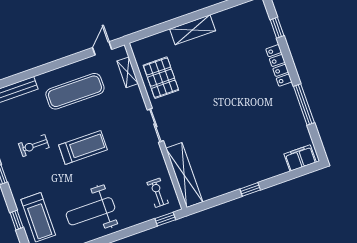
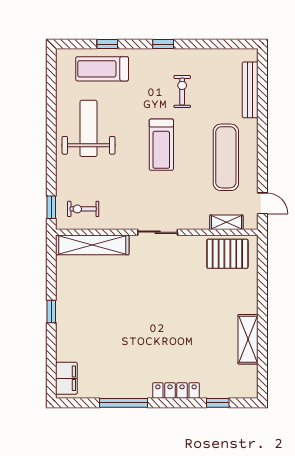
shelving: (193, 30) -> (248, 339), moved
pallet: (161, 78) -> (227, 254), moved
exercise bike: (158, 193) -> (83, 209), turned 180

